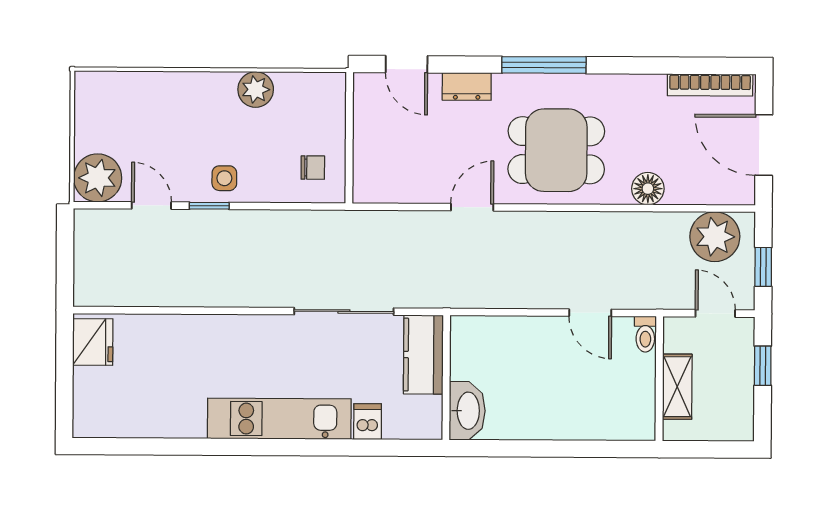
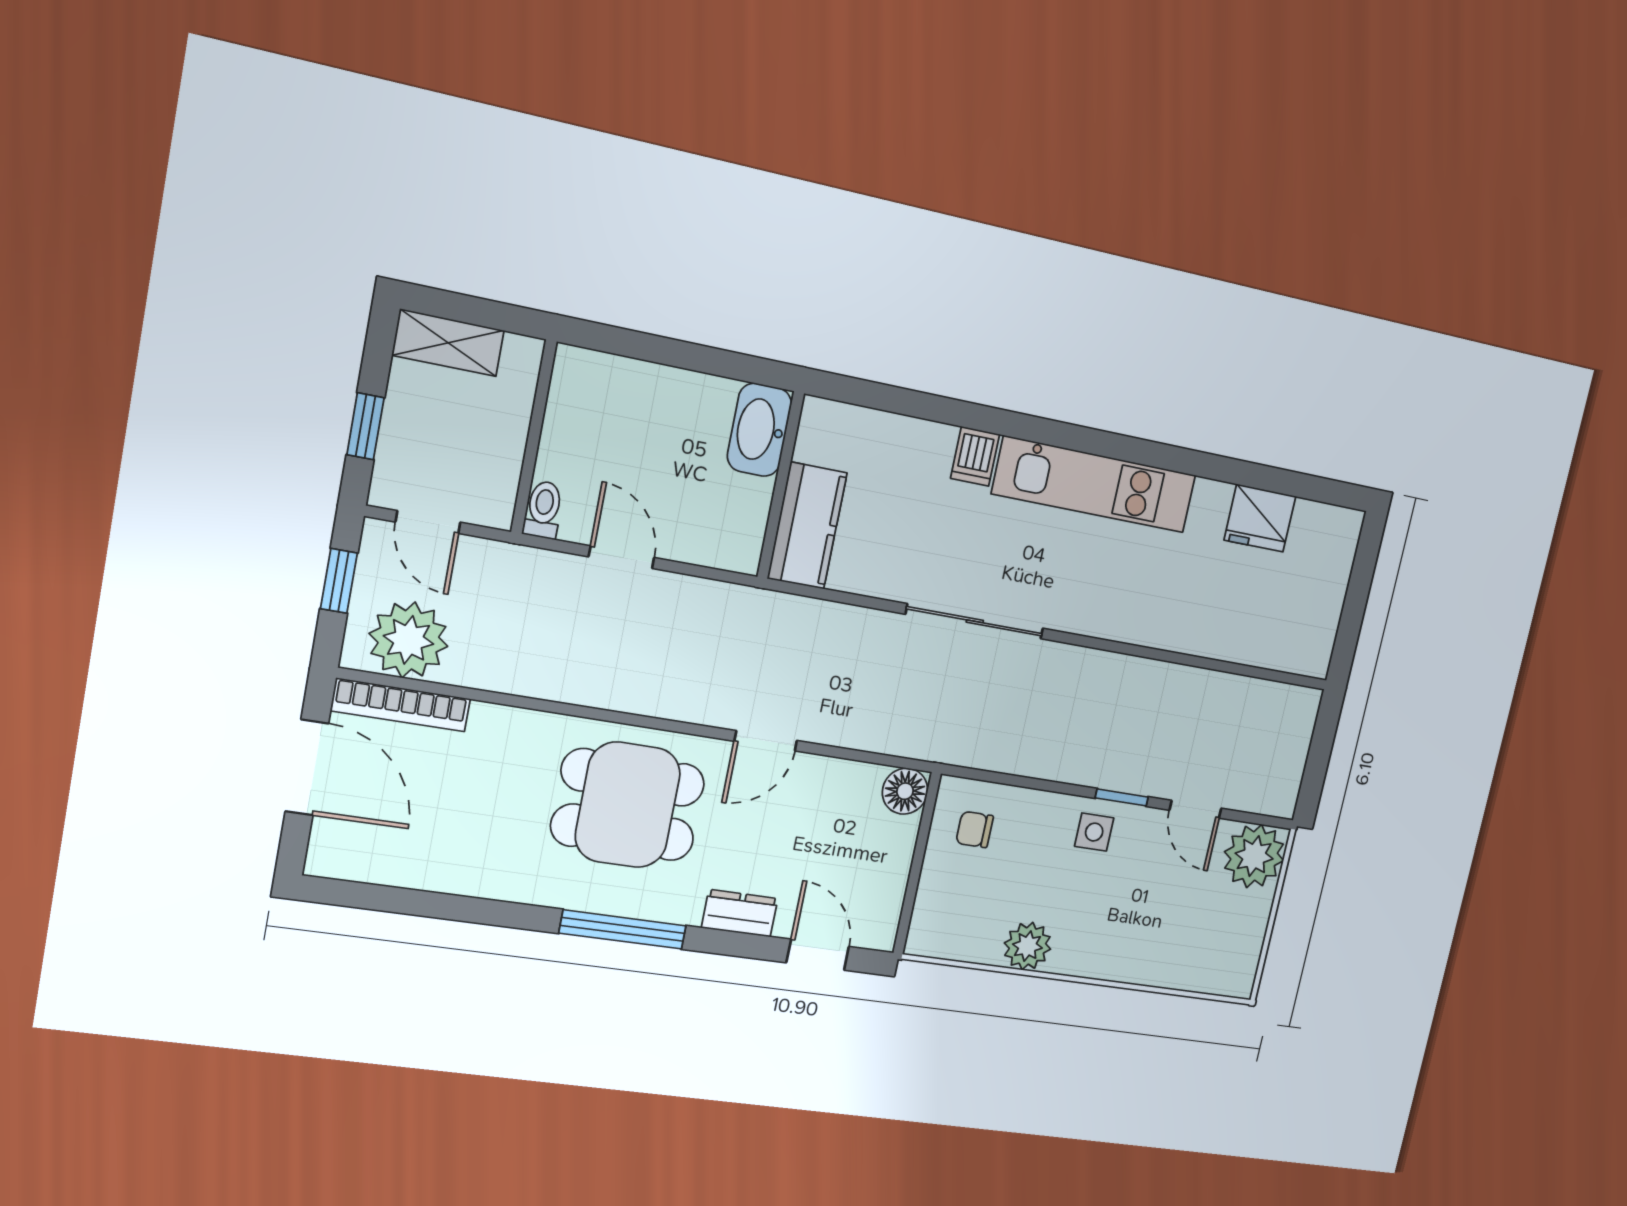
bookcase: (710, 85) -> (401, 705), moved, turned 180
floor lamp: (648, 189) -> (905, 791), moved
fridge: (93, 342) -> (1260, 518), moved, turned -90
kitchen counter: (423, 355) -> (807, 526), moved
wall: (446, 378) -> (781, 486), moved
shelving: (677, 387) -> (448, 343), moved, turned 90
washbasin: (467, 411) -> (759, 430), moved

